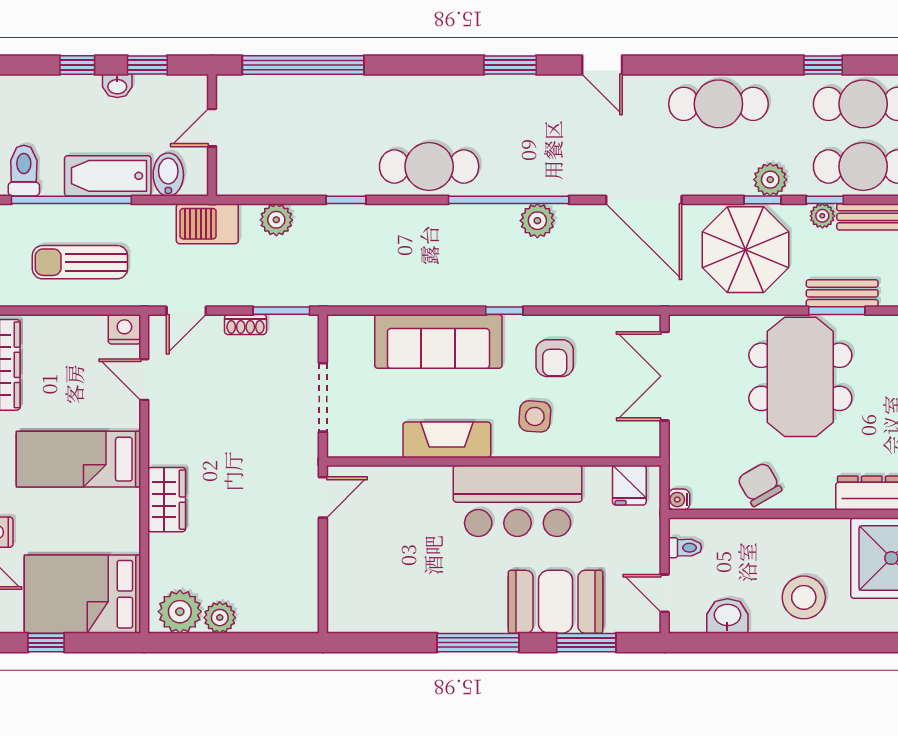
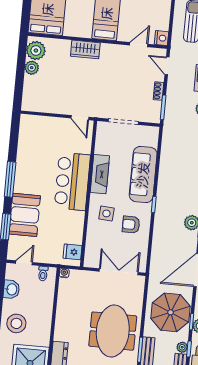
meeting table: (800, 377) -> (113, 331), turned 90
chair: (760, 484) -> (68, 309), removed
bar counter: (518, 501) -> (72, 181), moved

